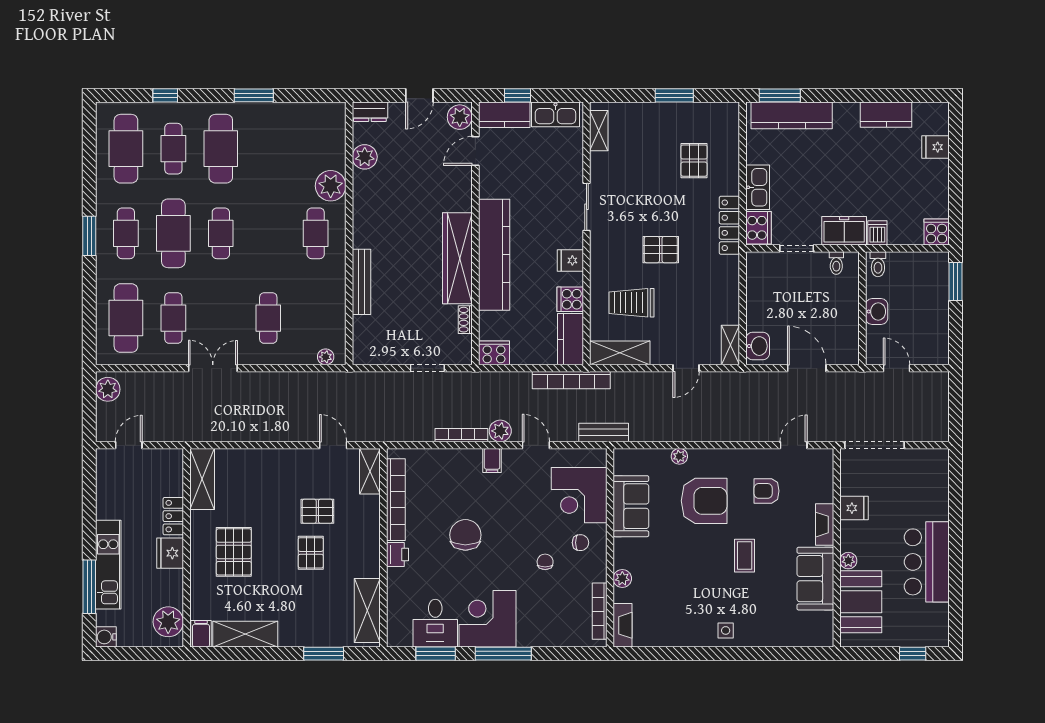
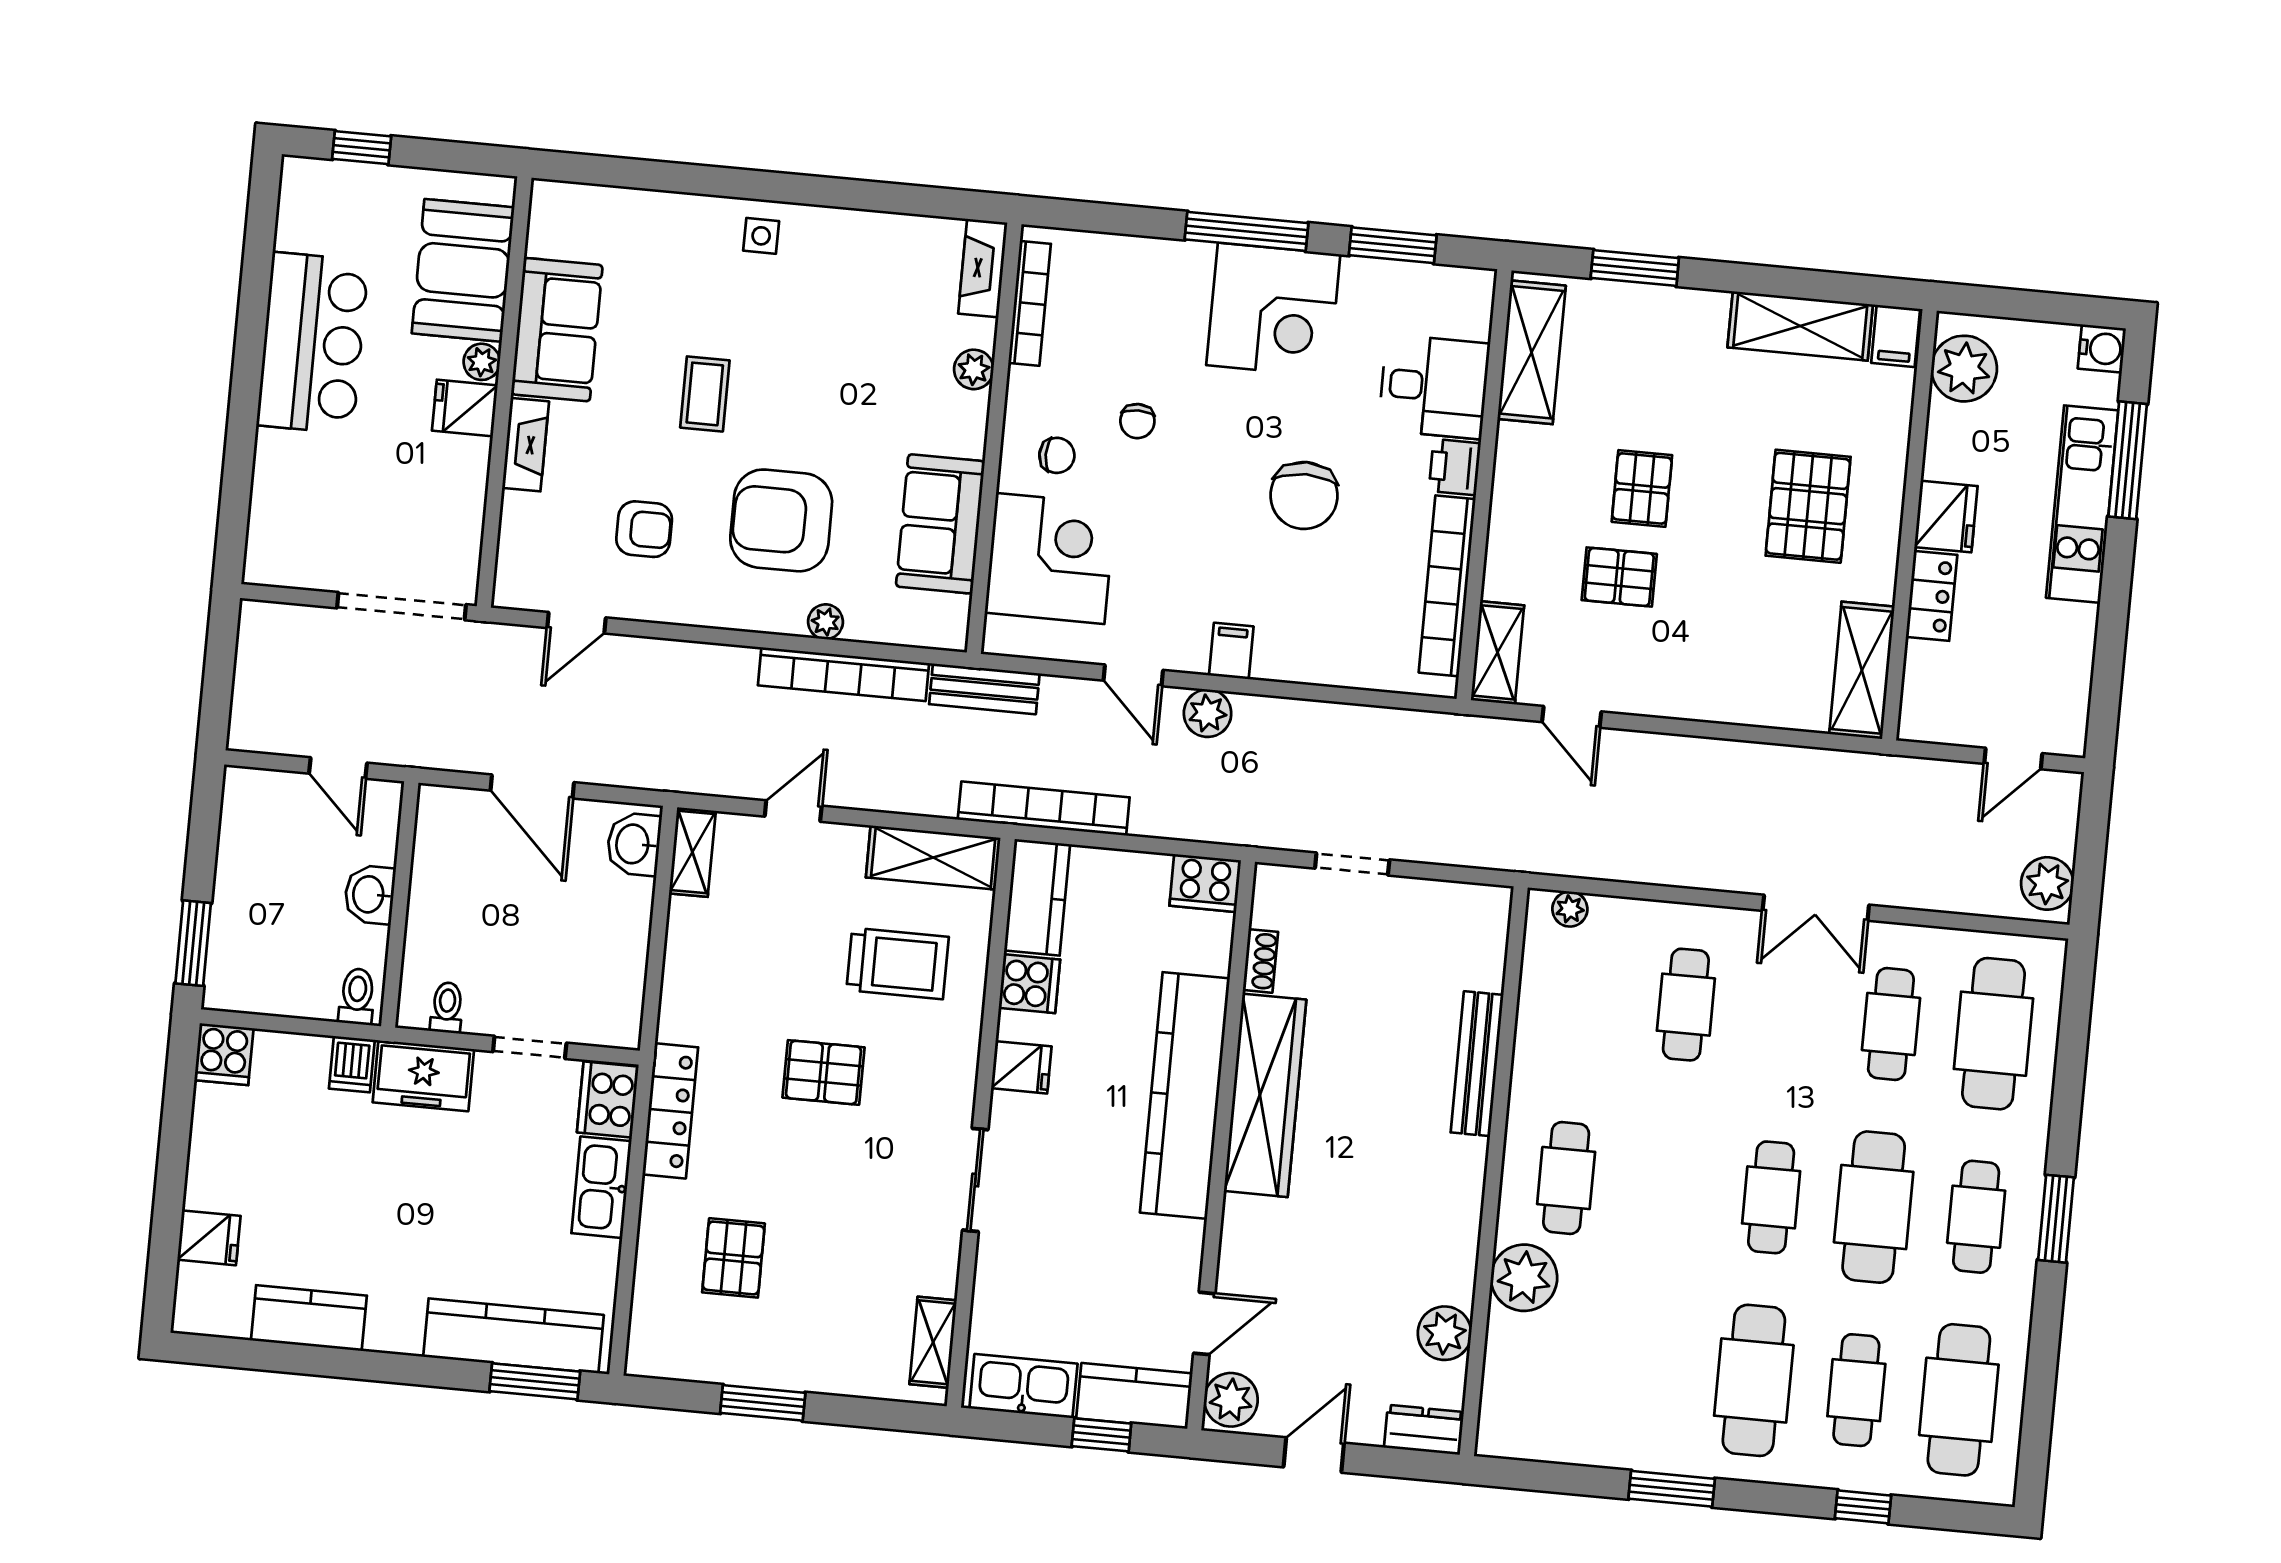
bookcase: (461, 435) -> (844, 674), moved, width x1.48, depth x1.31
fridge: (854, 508) -> (465, 408), moved
chair: (580, 543) -> (1057, 455), turned 180
desk: (435, 623) -> (1434, 387), moved, turned 90

